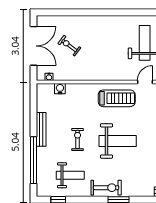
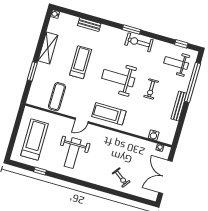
exercise bike: (69, 46) -> (121, 177), moved
weight bench: (70, 175) -> (176, 63), moved

